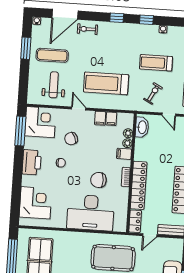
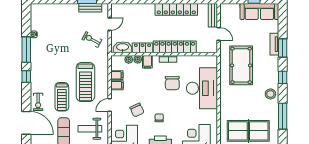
window: (146, 20) -> (26, 50), width x2.17
treadmill: (156, 63) -> (62, 97), moved
locker: (135, 221) -> (142, 48), moved

